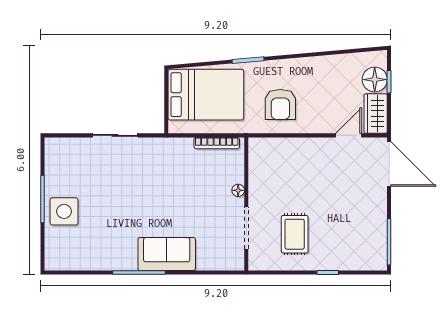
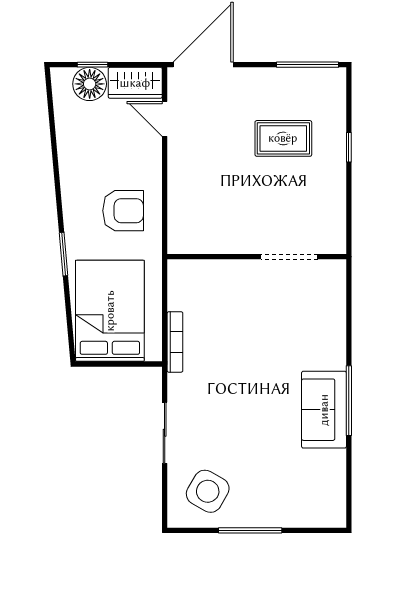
bookcase: (217, 143) -> (175, 342), moved
floor lamp: (238, 190) -> (238, 267), removed
side table: (64, 211) -> (208, 491), moved, turned 30
rug: (295, 234) -> (283, 138), moved
sofa: (167, 254) -> (324, 410), moved

